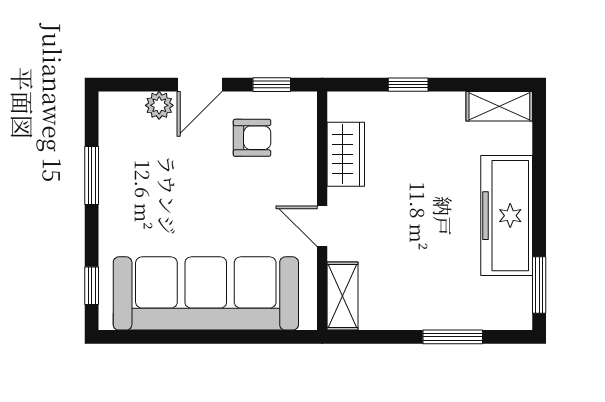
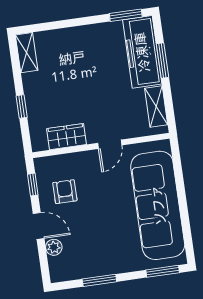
freezer: (507, 216) -> (142, 52), moved, turned 90
window: (92, 286) -> (163, 271), width x1.50
shelving: (343, 296) -> (156, 107), moved, turned 90

